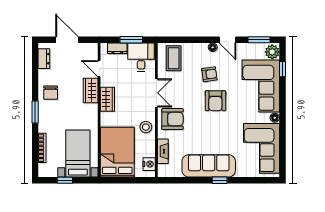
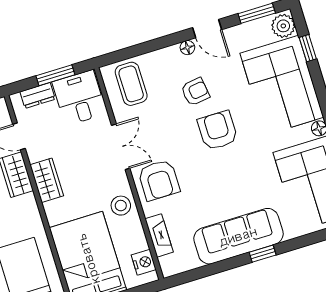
armchair: (215, 101) -> (218, 131), turned 180
armchair: (172, 119) -> (159, 180), turned 90

